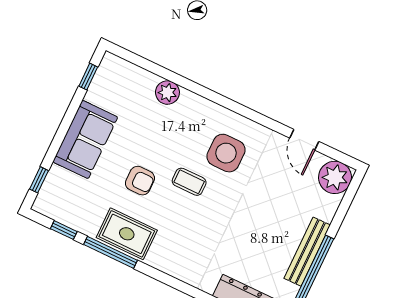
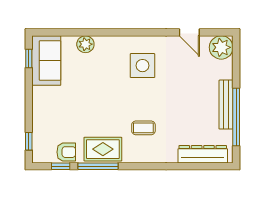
sofa: (85, 139) -> (46, 61), moved
armchair: (140, 181) -> (66, 152), moved
coffee table: (189, 182) -> (143, 128), moved

